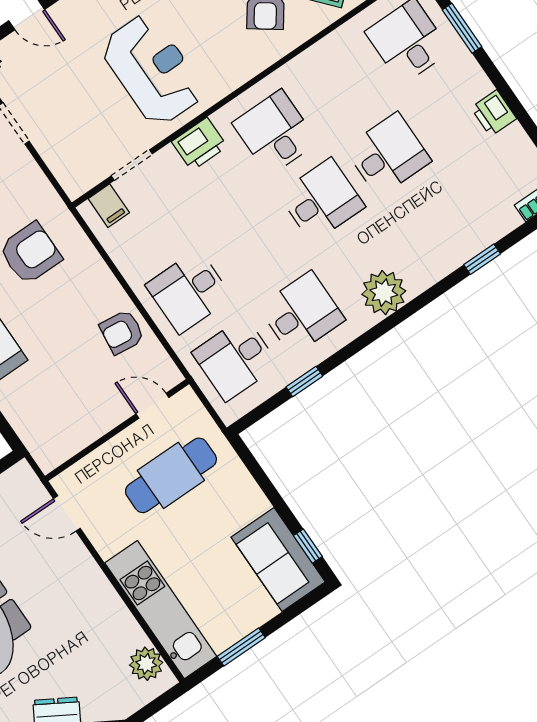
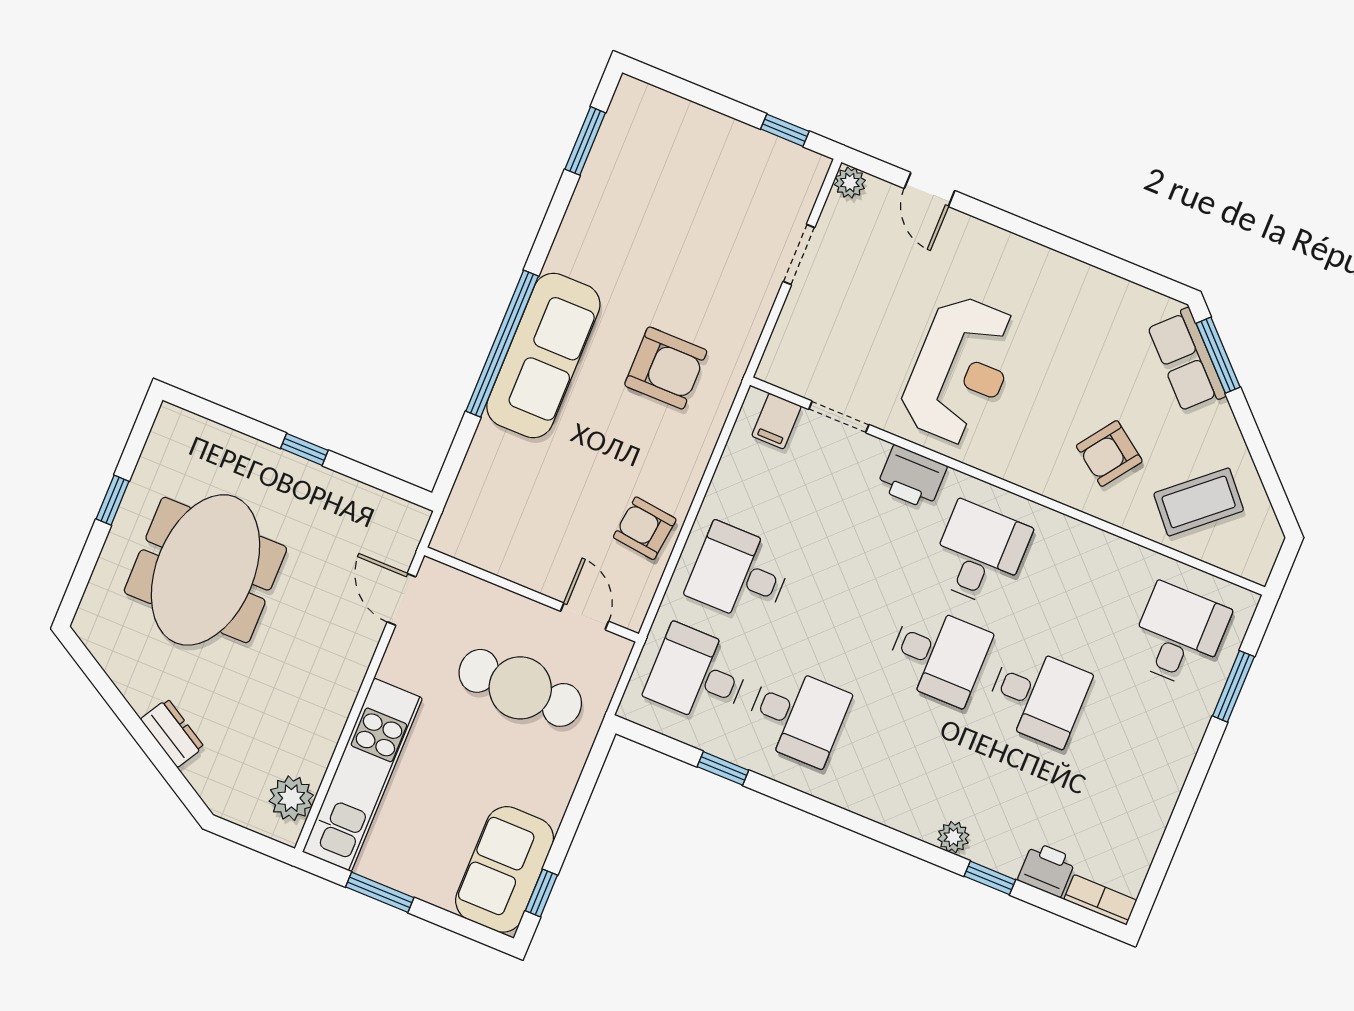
printer: (494, 113) -> (1047, 869), moved, turned 90
plant: (384, 293) -> (953, 837), moved, width x0.53, depth x0.53

